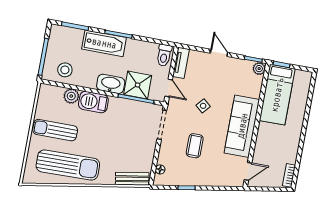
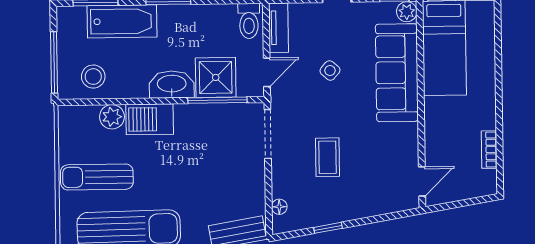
bathtub: (104, 43) -> (122, 21), moved
door: (169, 88) -> (267, 72), hinge flipped
side table: (203, 106) -> (330, 70), moved
sofa: (242, 126) -> (397, 73), moved
bookcase: (289, 175) -> (489, 150), moved

